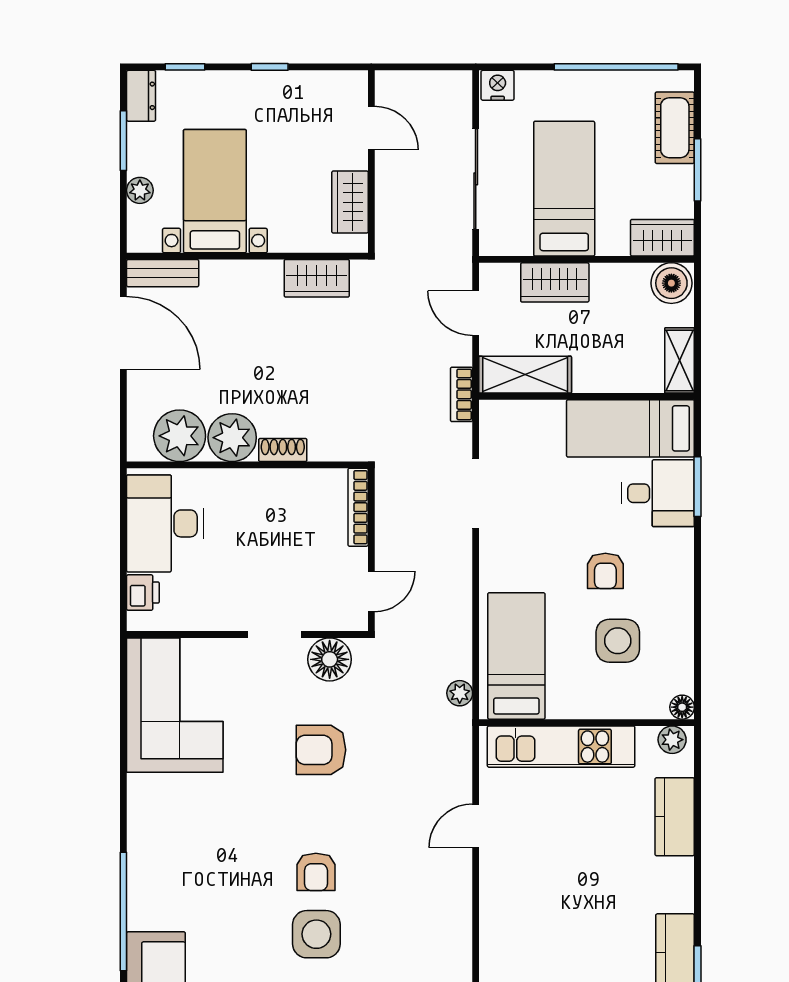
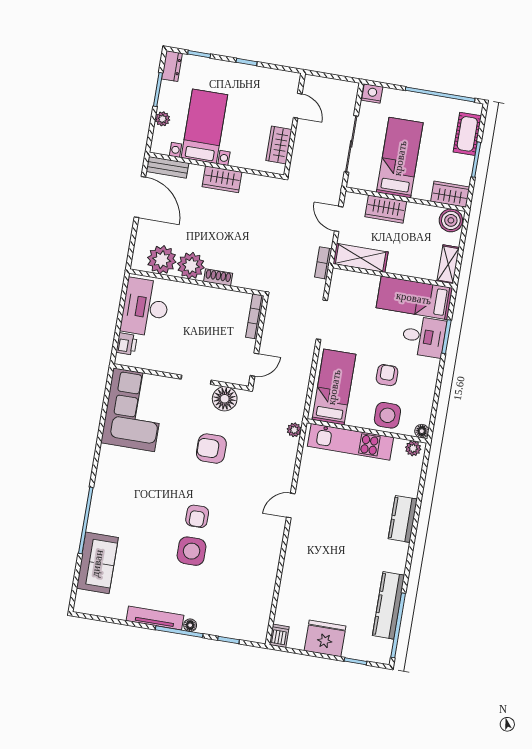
wardrobe: (317, 278) -> (222, 179), moved
armchair: (605, 571) -> (387, 375), turned 180
bed: (516, 656) -> (334, 387), moved
floor lamp: (682, 707) -> (422, 431), moved
wall: (587, 723) -> (367, 431), moved
plant: (672, 740) -> (413, 448), moved
kitchen unit: (561, 747) -> (350, 442), moved

